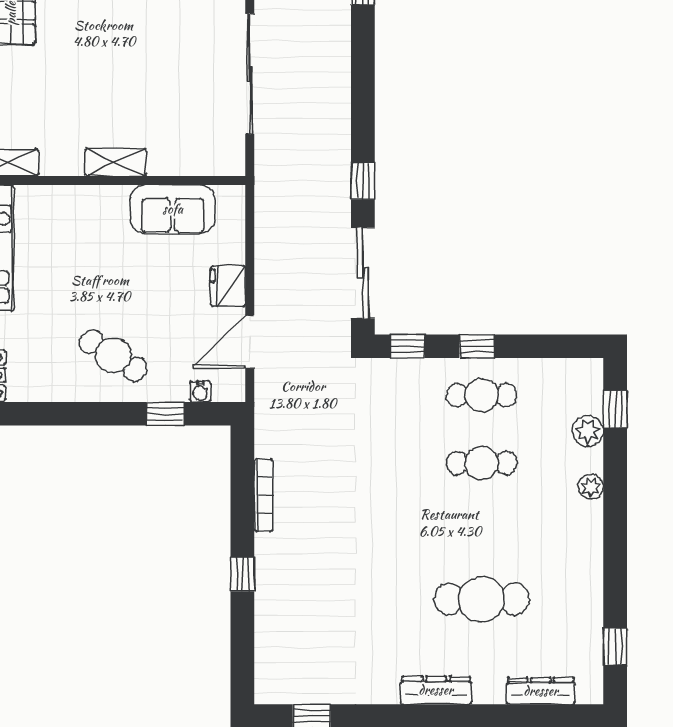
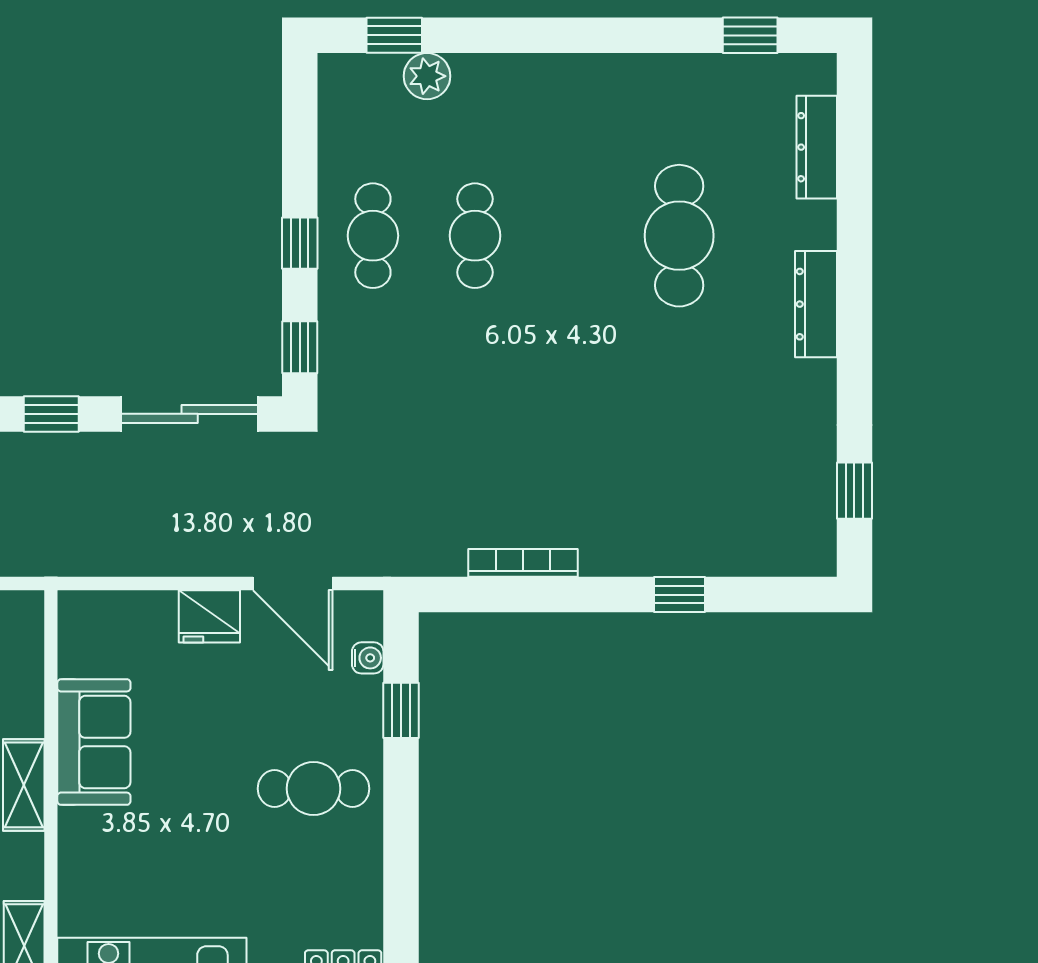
sofa: (173, 209) -> (94, 742), moved
cafe table: (113, 355) -> (313, 789), turned 58
plant: (591, 487) -> (510, 72), removed
window: (242, 574) -> (680, 595), moved

